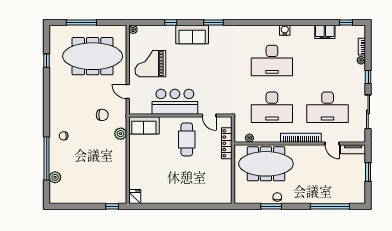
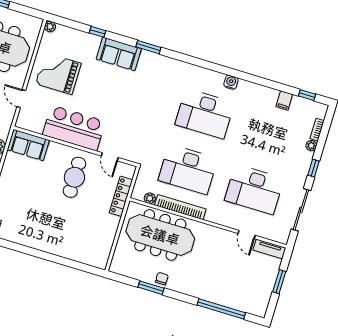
filing cabinet: (325, 32) -> (284, 100), width x0.50
bookcase: (301, 138) -> (180, 207), moved

